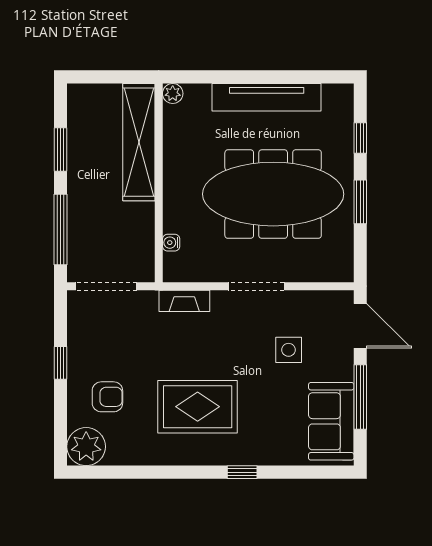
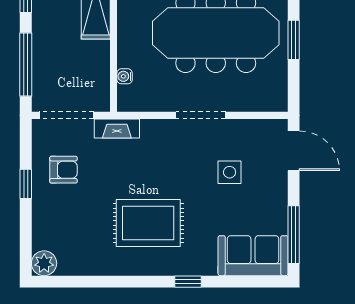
fireplace: (184, 301) -> (117, 128), moved
armchair: (107, 397) -> (63, 170), moved
window: (360, 397) -> (294, 235), moved
sofa: (331, 421) -> (253, 256), moved, turned 90
plant: (86, 447) -> (44, 263), width x0.73, depth x0.73

